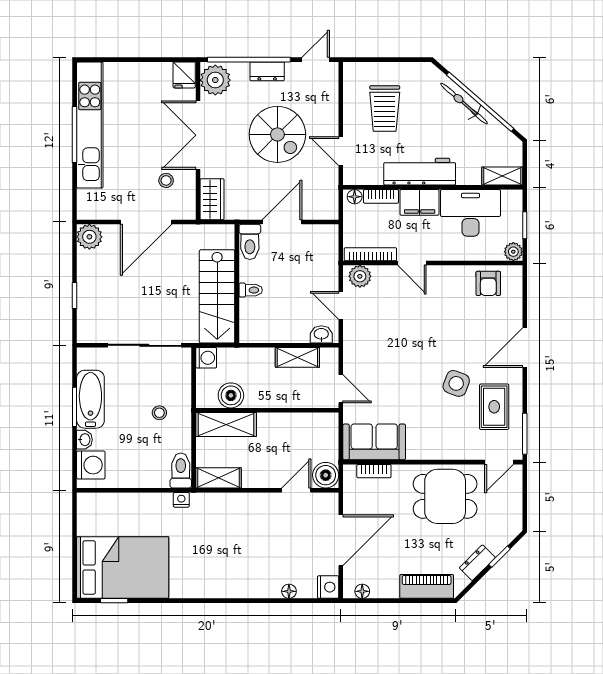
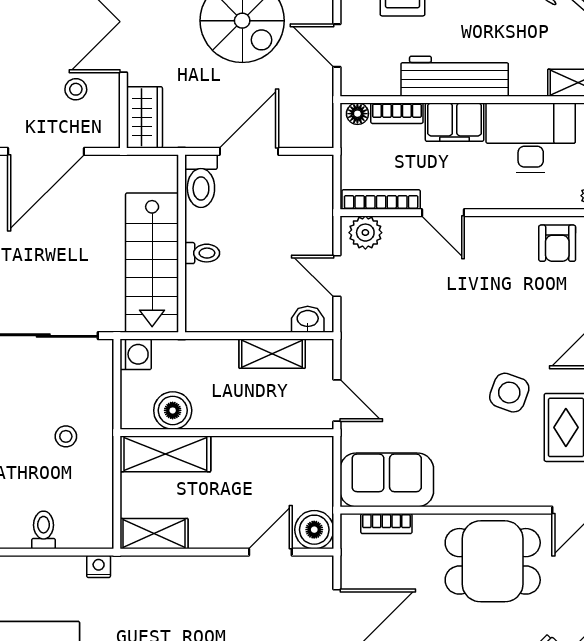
toilet: (181, 471) -> (44, 530), moved, width x0.73, depth x0.72

